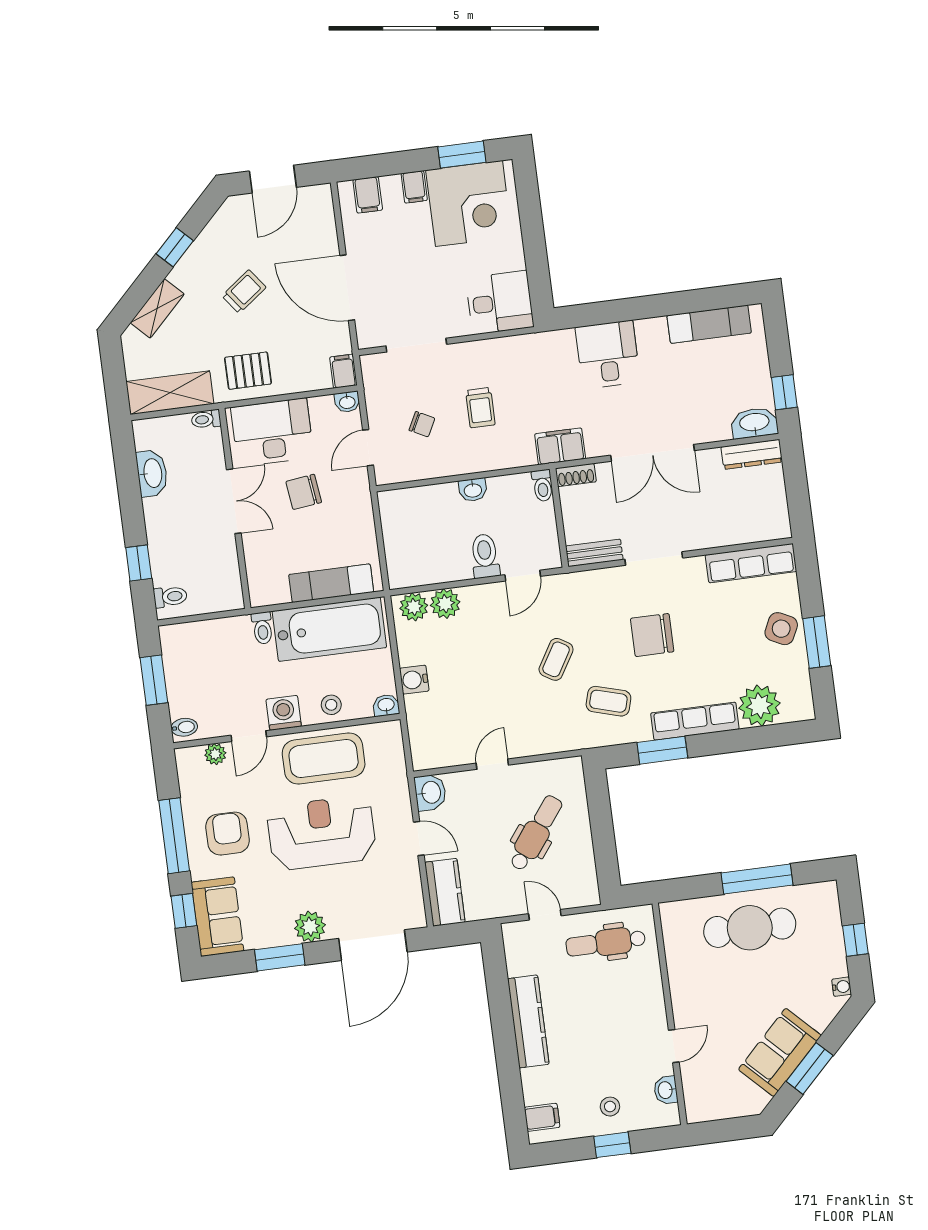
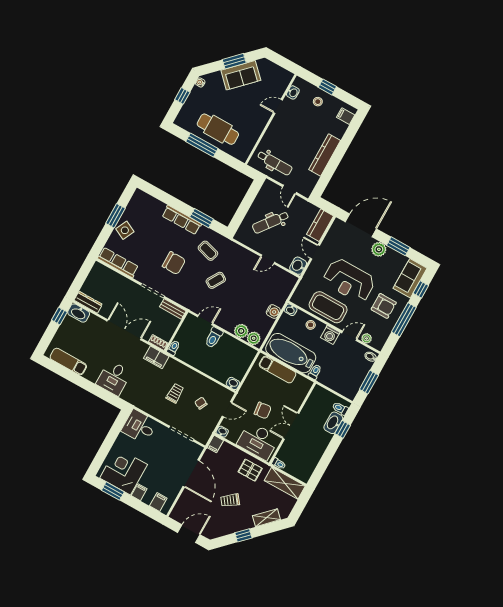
washbasin: (152, 473) -> (333, 423), moved
washbasin: (473, 490) -> (233, 383), moved
plant: (759, 706) -> (154, 208), removed
armchair: (227, 834) -> (384, 306), turned -90

